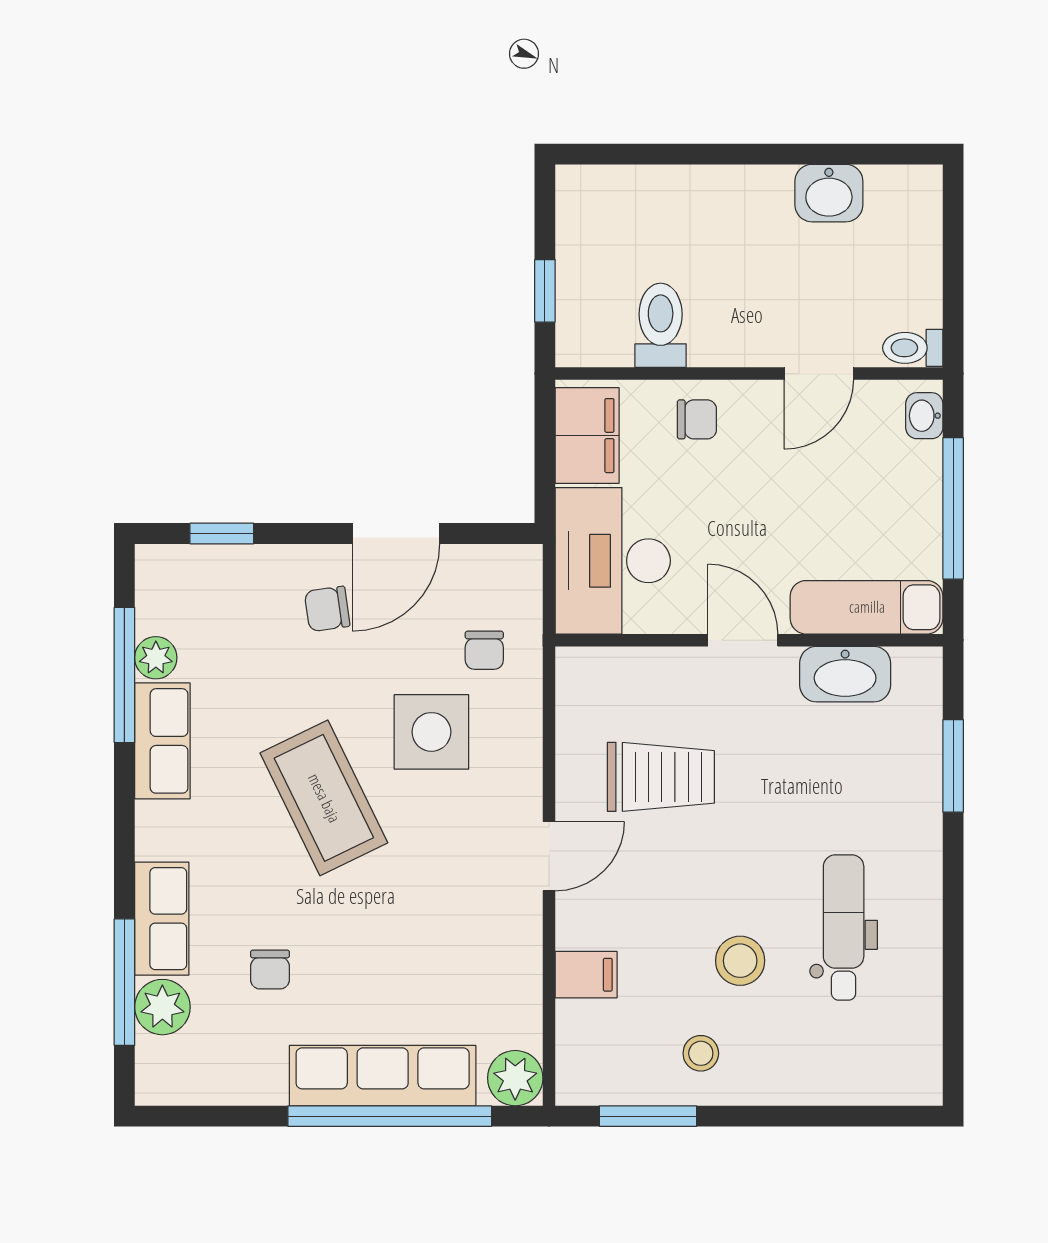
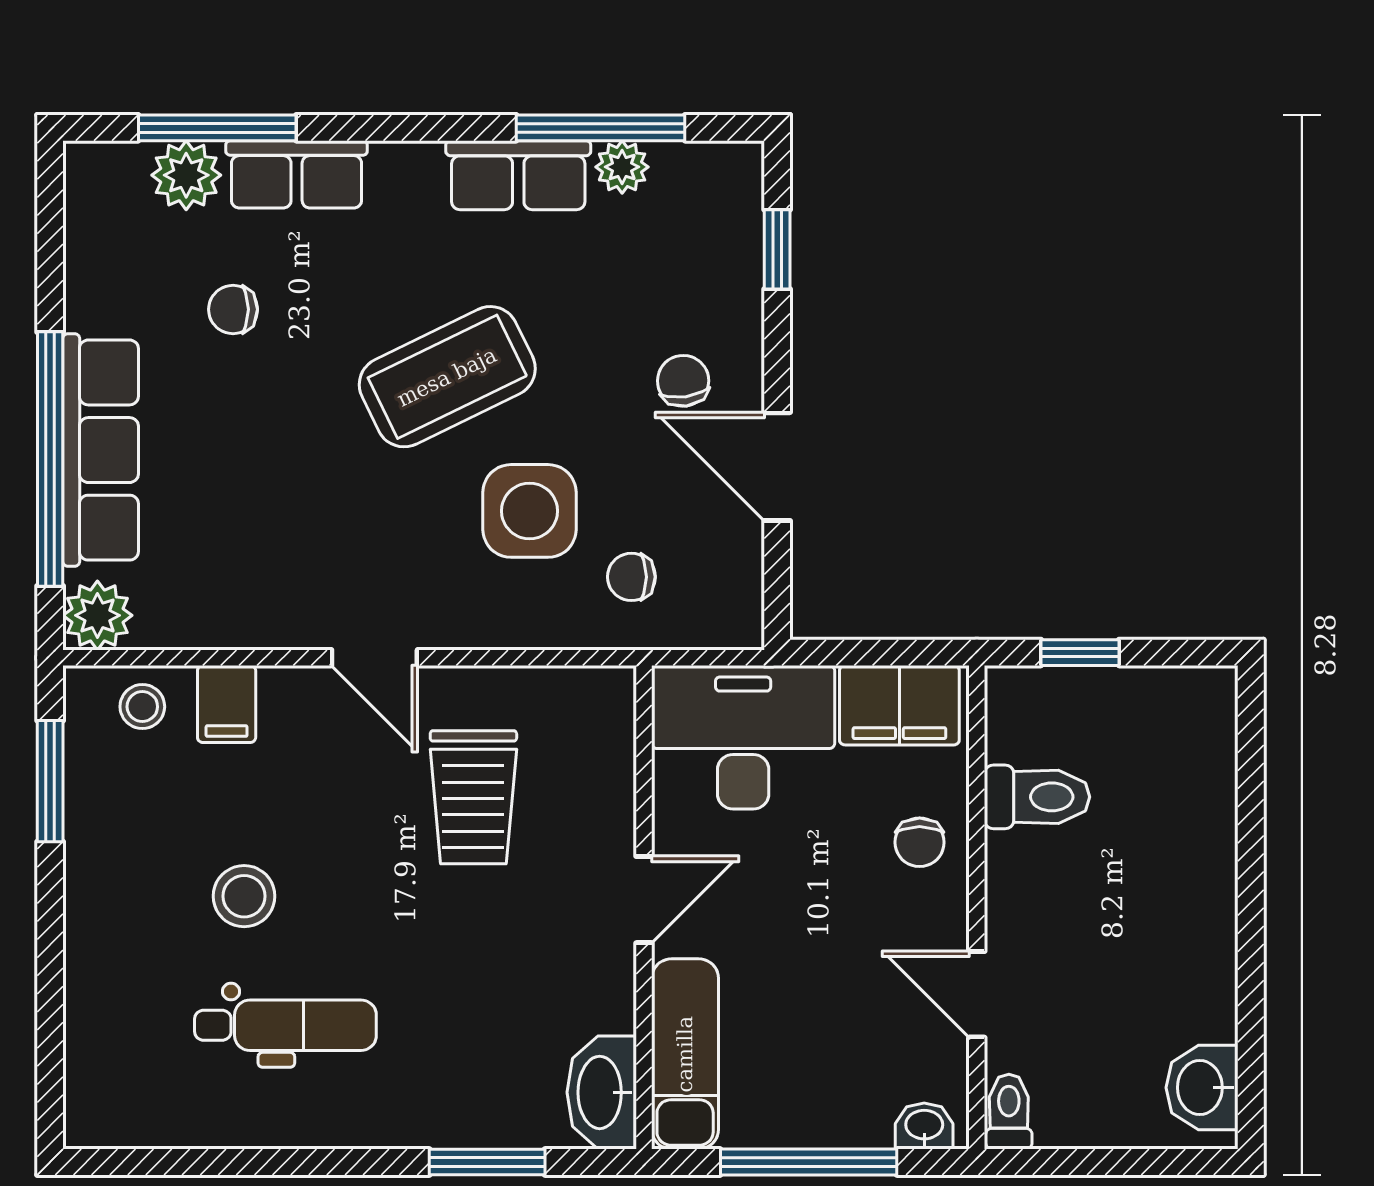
washbasin: (829, 193) -> (1202, 1088), moved
washbasin: (845, 674) -> (602, 1092), moved
stool: (701, 1053) -> (142, 707), moved

